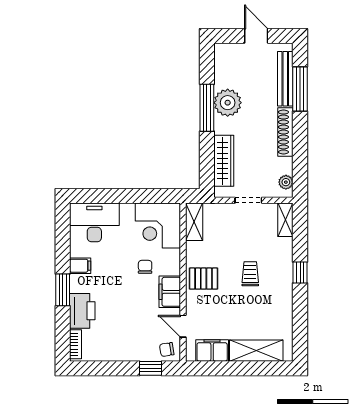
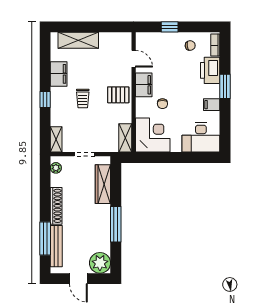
plant: (228, 103) -> (100, 263), moved
chair: (167, 350) -> (190, 46), moved
filing cabinet: (212, 350) -> (59, 74), moved, turned -90
window: (151, 368) -> (170, 27), moved

